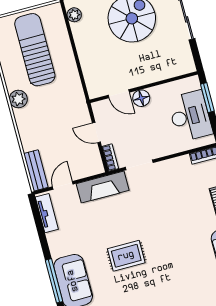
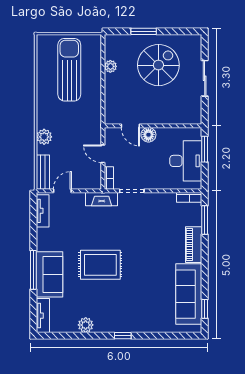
plant: (74, 15) -> (110, 66), moved
plant: (18, 99) -> (44, 137), moved
fireplace: (103, 187) -> (102, 199), width x0.73, depth x0.76
rug: (126, 256) -> (100, 265), width x1.36, depth x1.43

